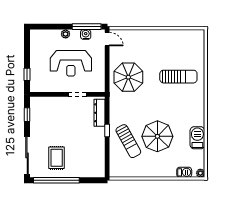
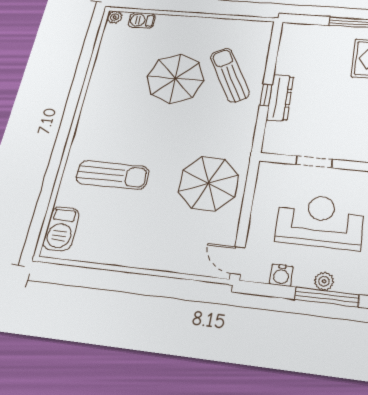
window: (87, 27) -> (327, 297), moved
sun lounger: (178, 77) -> (112, 175), turned 180
dresser: (100, 113) -> (280, 98), moved
barbecue: (197, 138) -> (61, 229), moved

